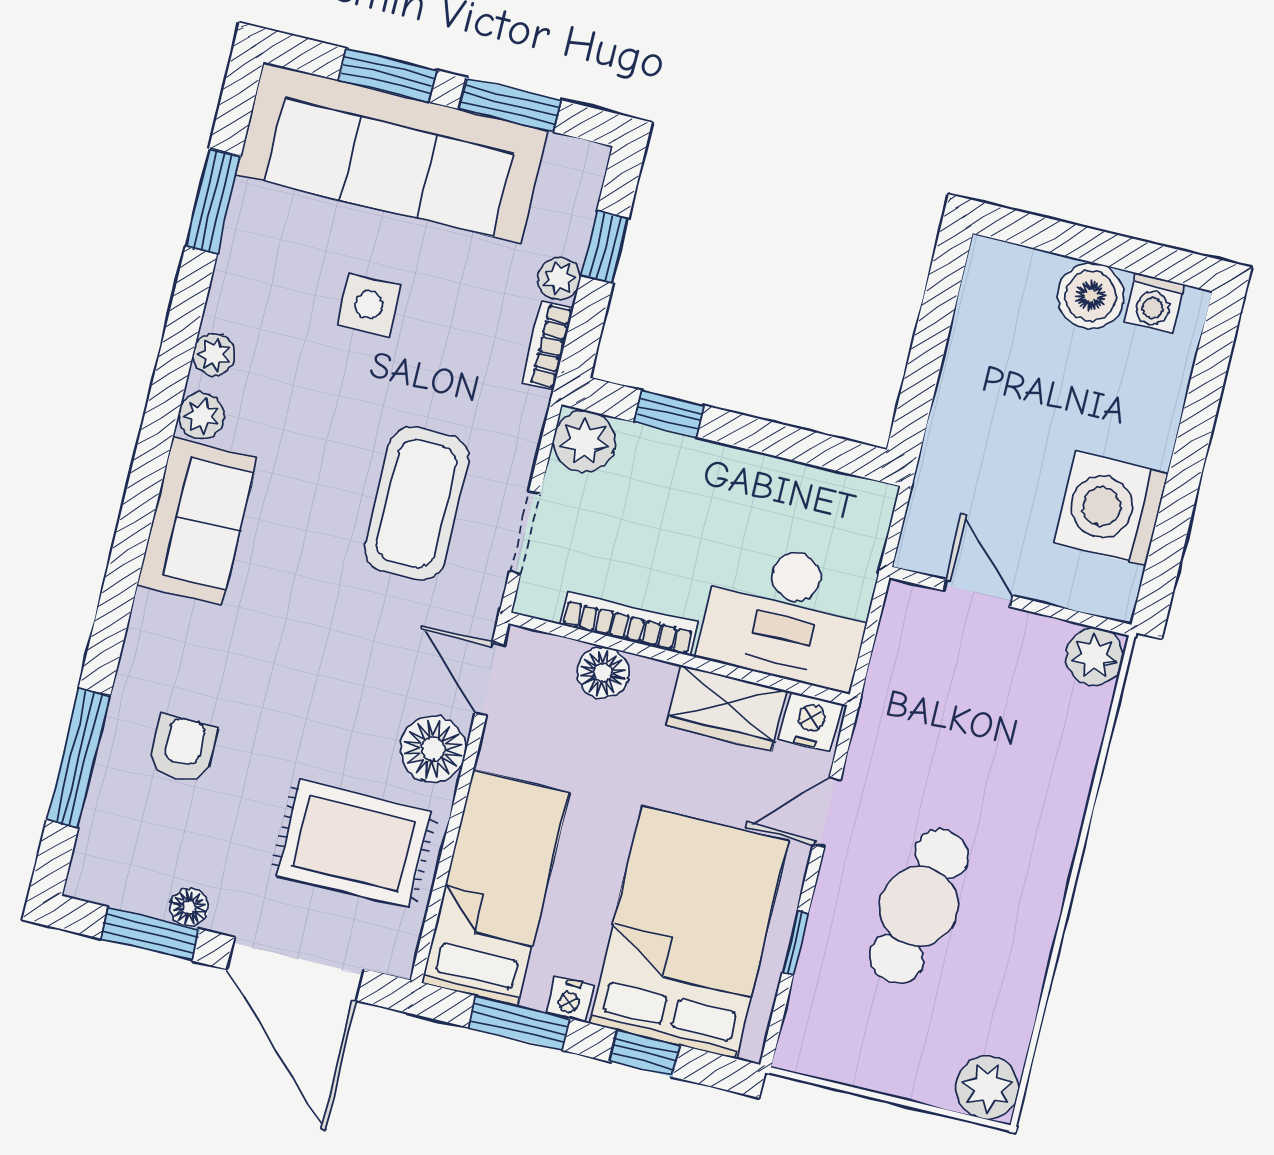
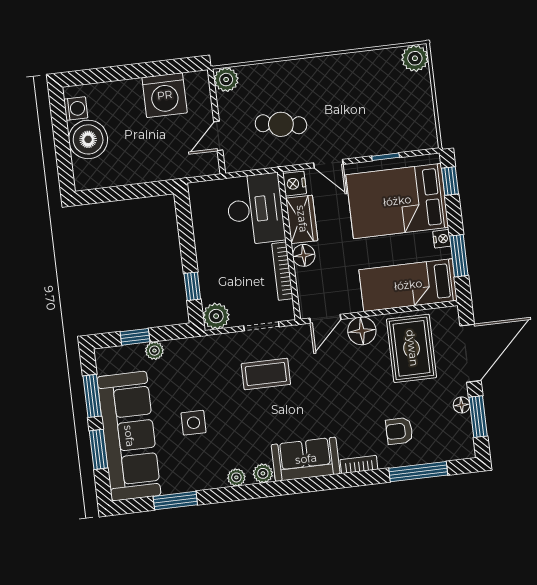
boiler: (1091, 296) -> (88, 139), width x1.37, depth x1.37
bookcase: (547, 345) -> (359, 464), moved, turned 180
coffee table: (417, 503) -> (266, 374), width x0.73, depth x0.76
floor lamp: (603, 673) -> (304, 255), moved
cafe table: (919, 906) -> (281, 124), moved, width x0.73, depth x0.74
window: (645, 1054) -> (450, 181), moved

